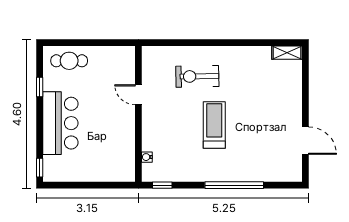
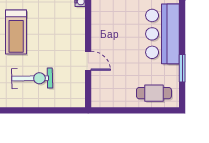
window: (40, 87) -> (182, 68), width x1.50

